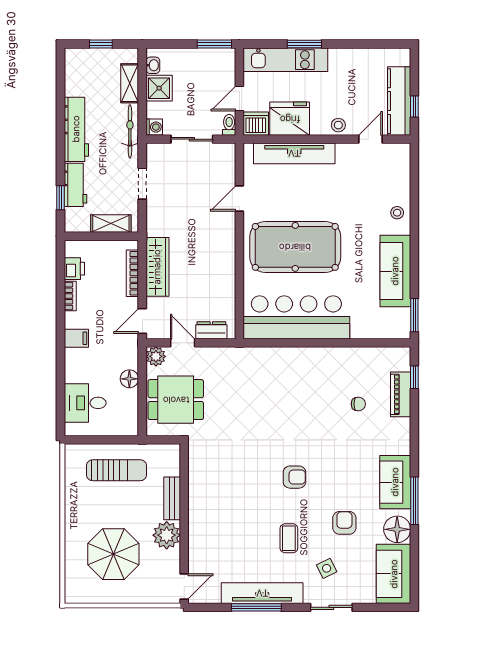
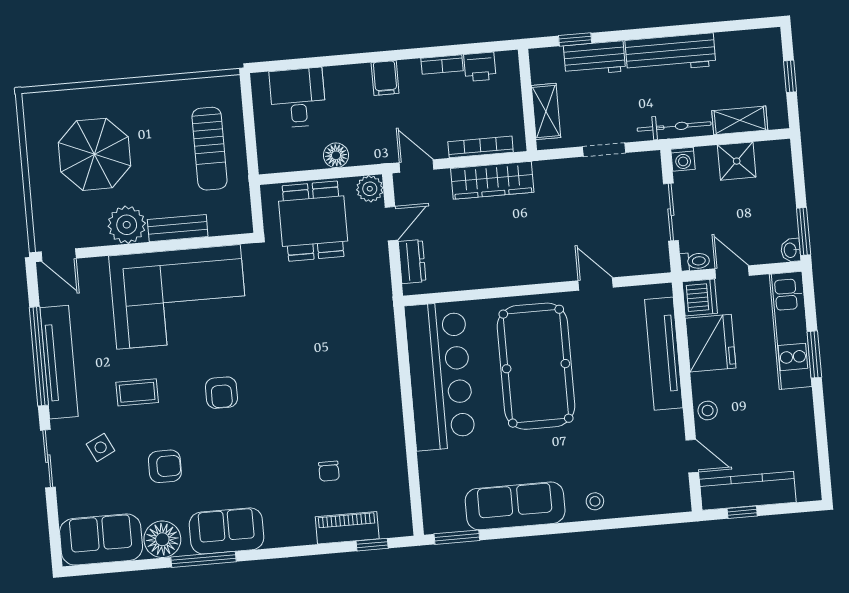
washbasin: (153, 65) -> (791, 250), moved, turned 90
corner sofa: (222, 502) -> (178, 297), added
window: (256, 607) -> (39, 356), width x1.46

